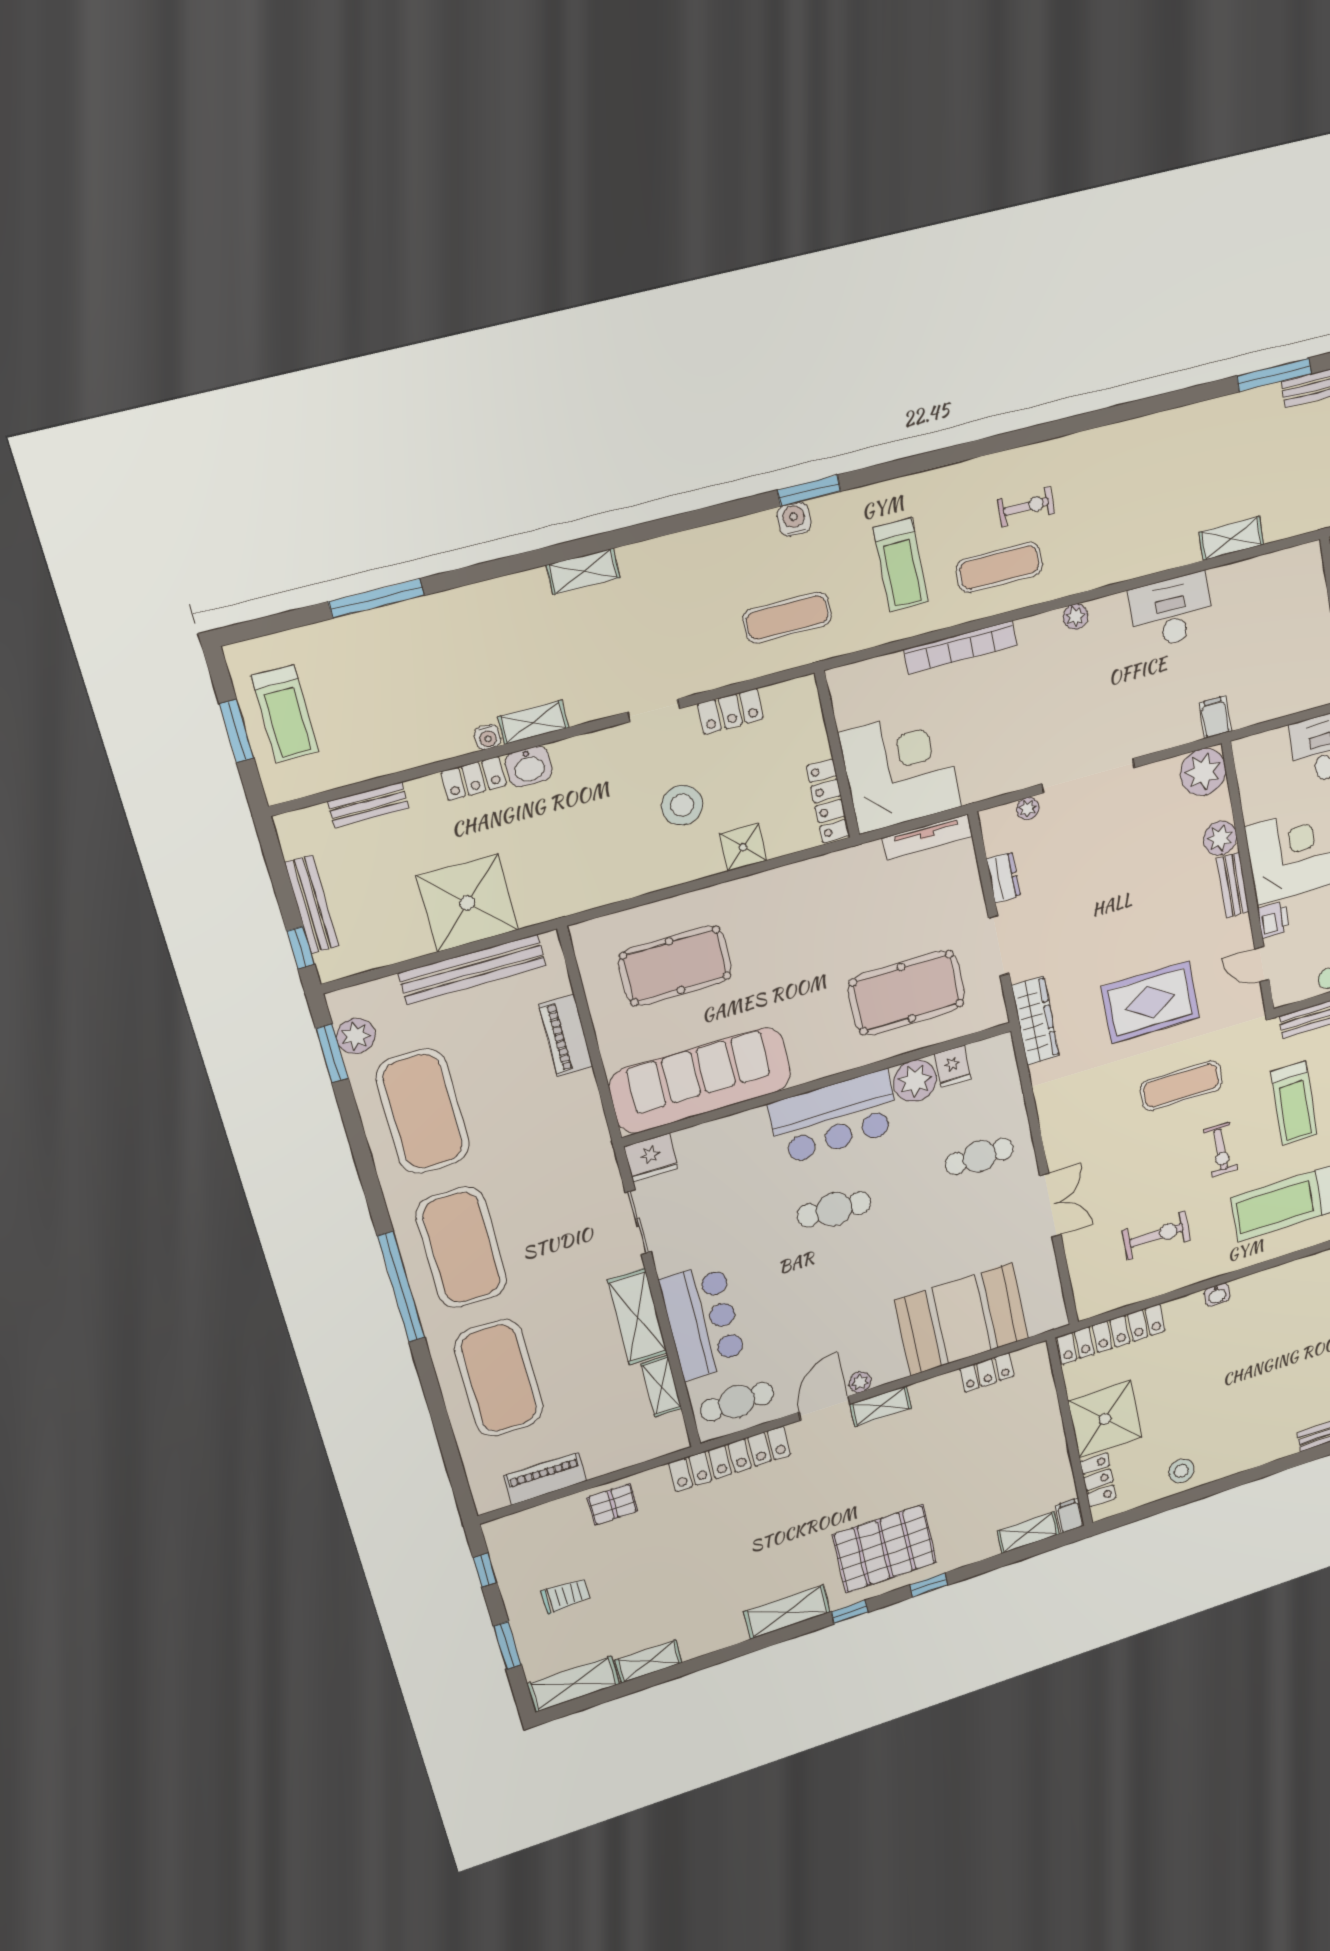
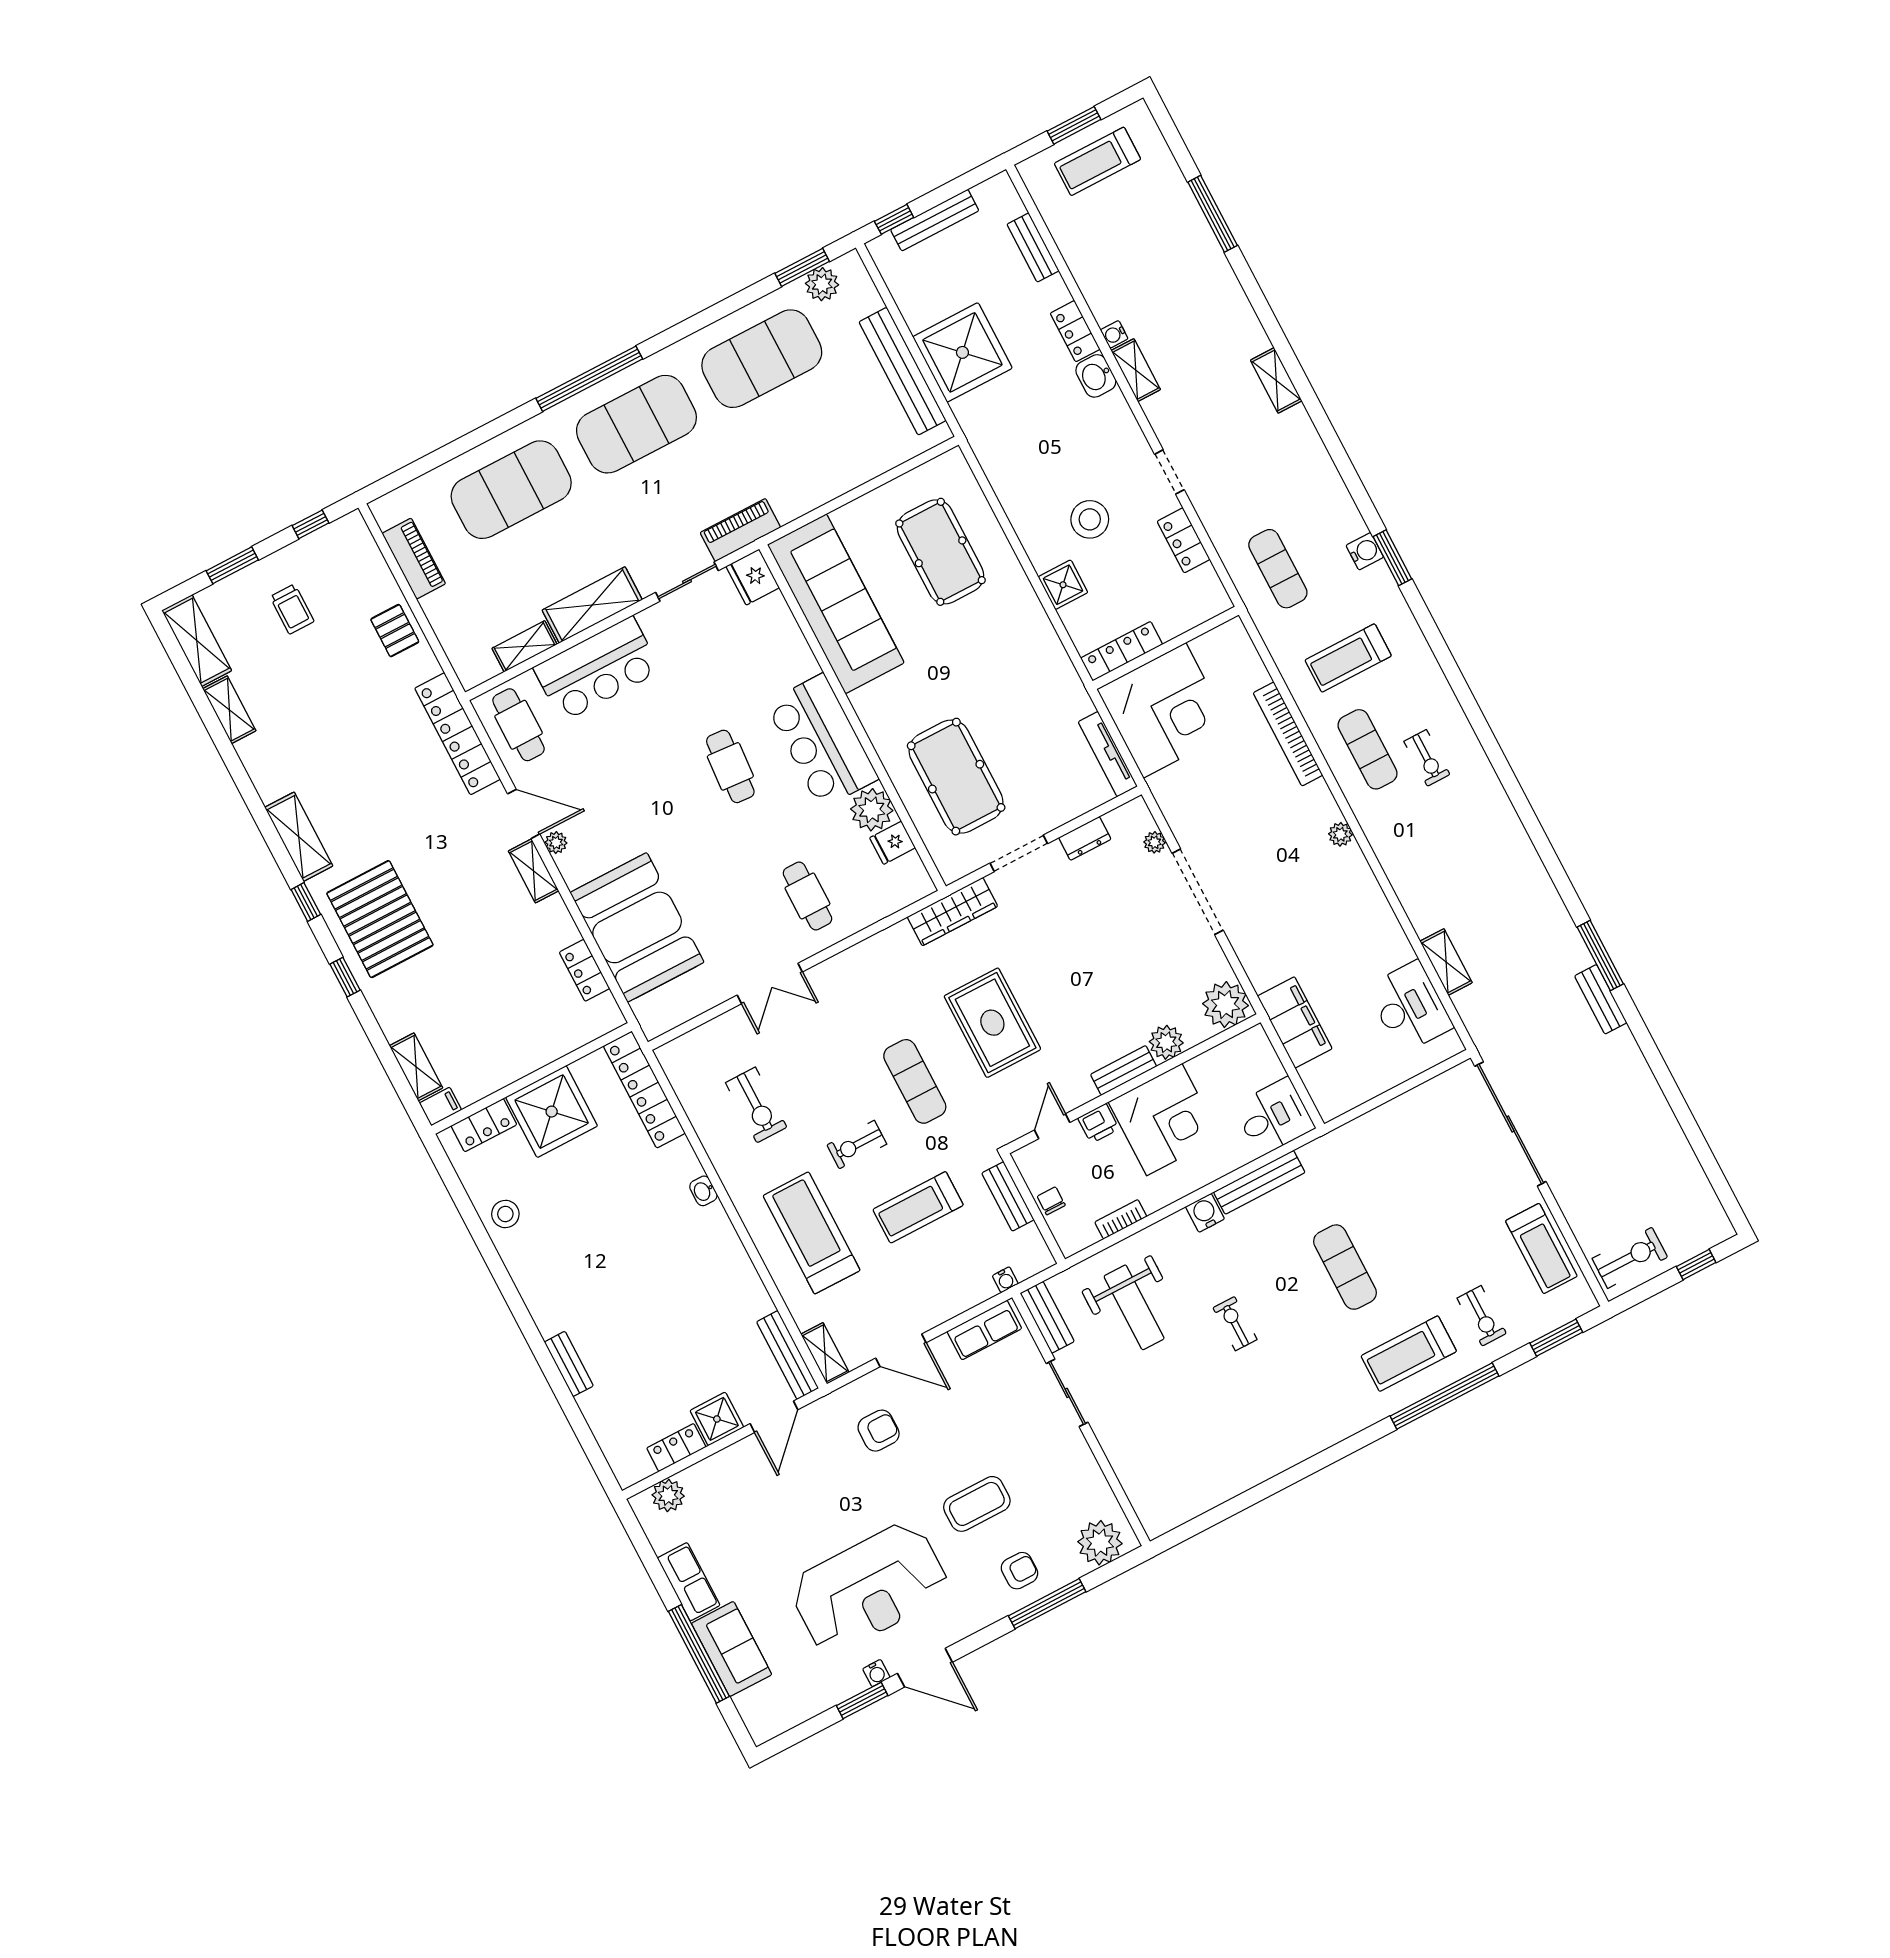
desk: (1171, 611) -> (1410, 1007), moved
filing cabinet: (1215, 717) -> (1295, 1022), width x3.00, depth x1.17
piano: (566, 1036) -> (740, 530), moved

